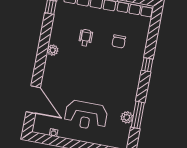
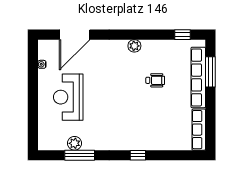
chair: (119, 41) -> (158, 118), removed

